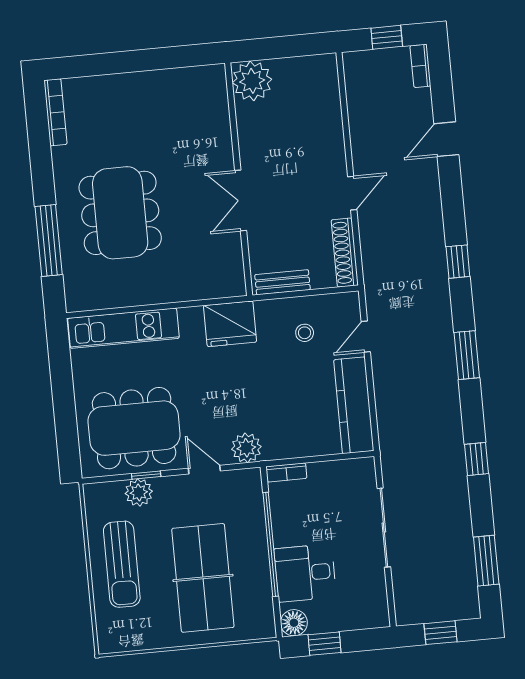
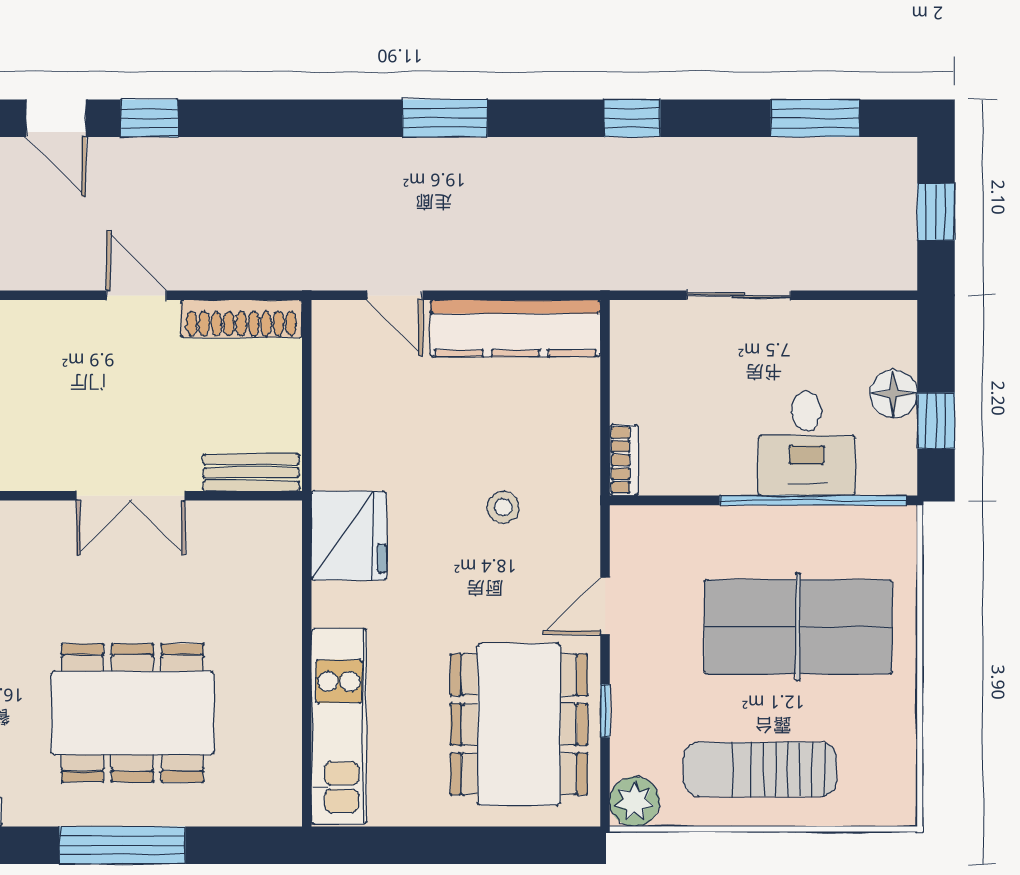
window: (49, 241) -> (122, 845), moved
window: (458, 262) -> (149, 118), moved
bench: (282, 282) -> (251, 473), moved, turned 90
stool: (305, 333) -> (503, 507), moved
plant: (246, 448) -> (573, 527), removed
plant: (139, 492) -> (635, 802), moved
sliding door: (384, 528) -> (739, 295), width x0.73
window: (271, 544) -> (813, 500), moved
sun lounger: (122, 564) -> (760, 769), turned 180
floor lamp: (294, 623) -> (894, 394), moved

